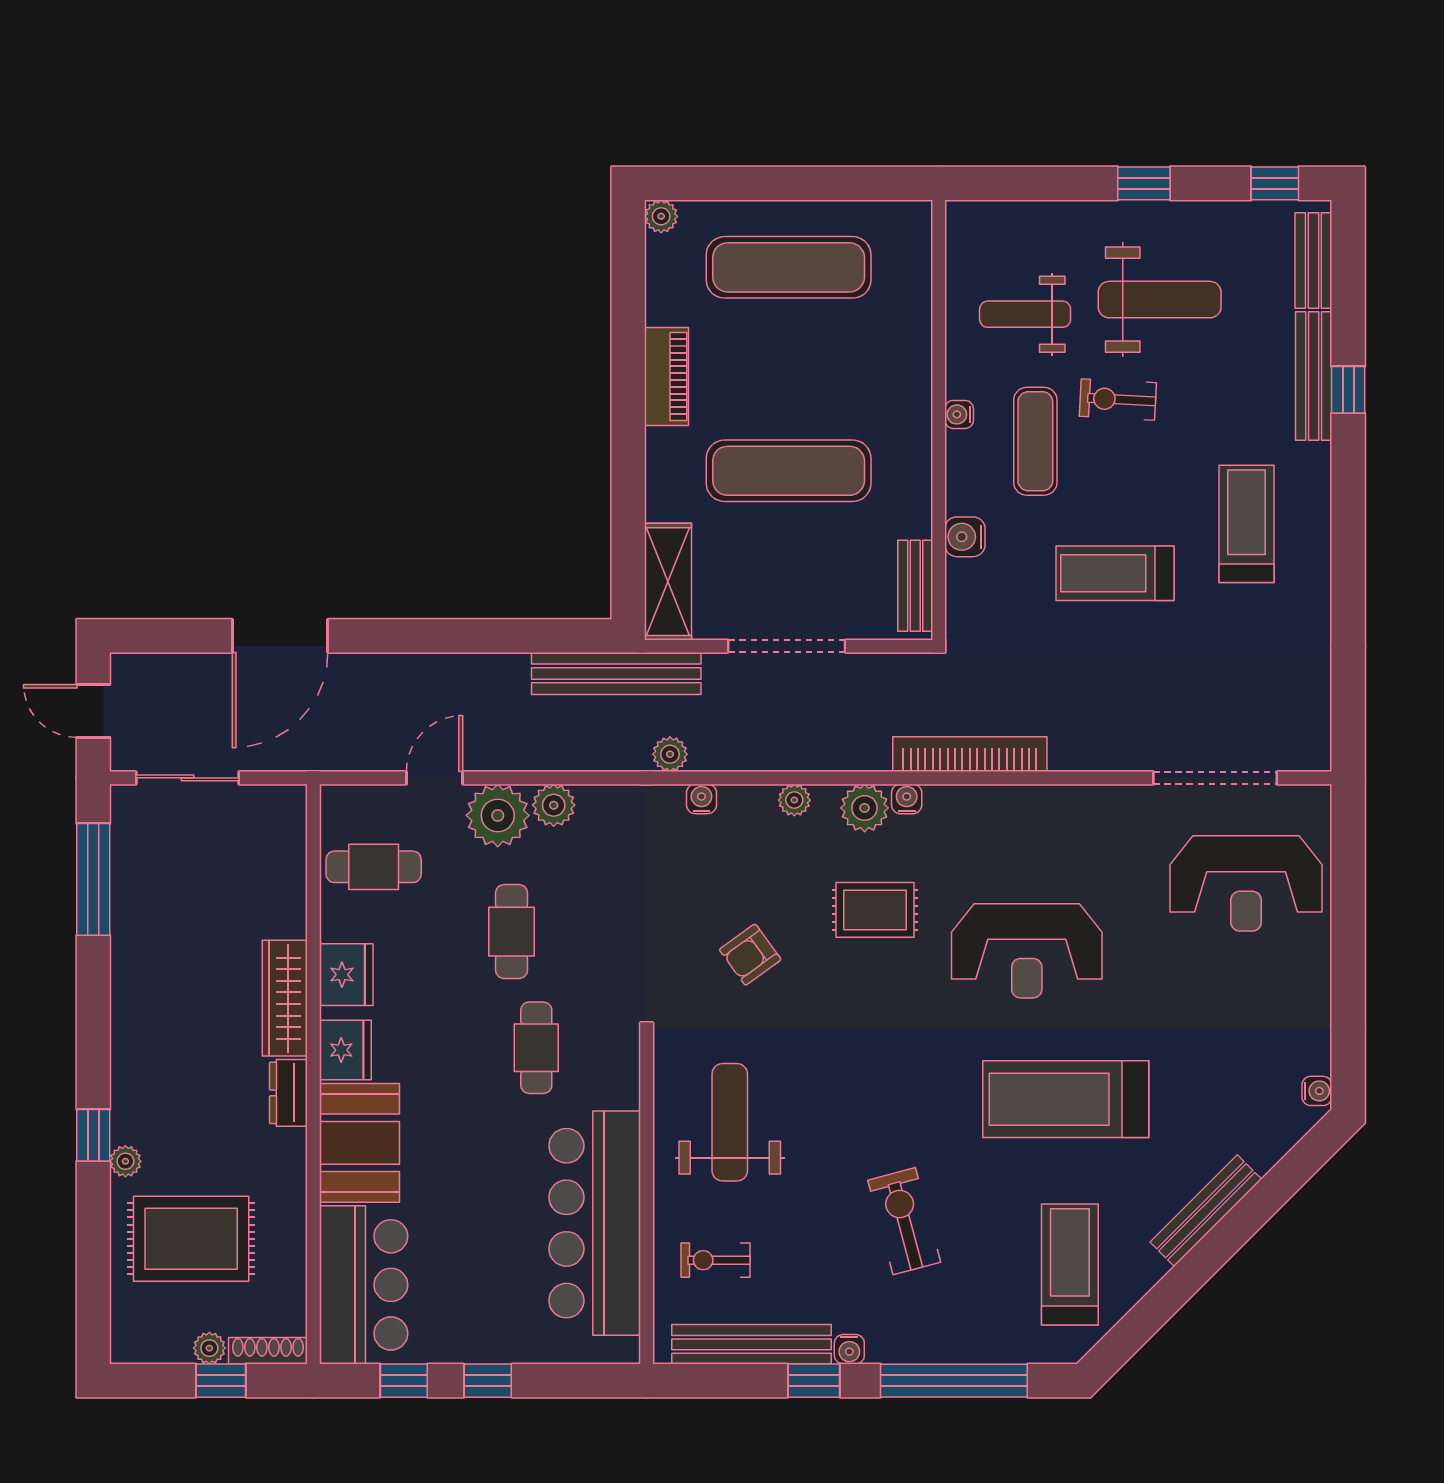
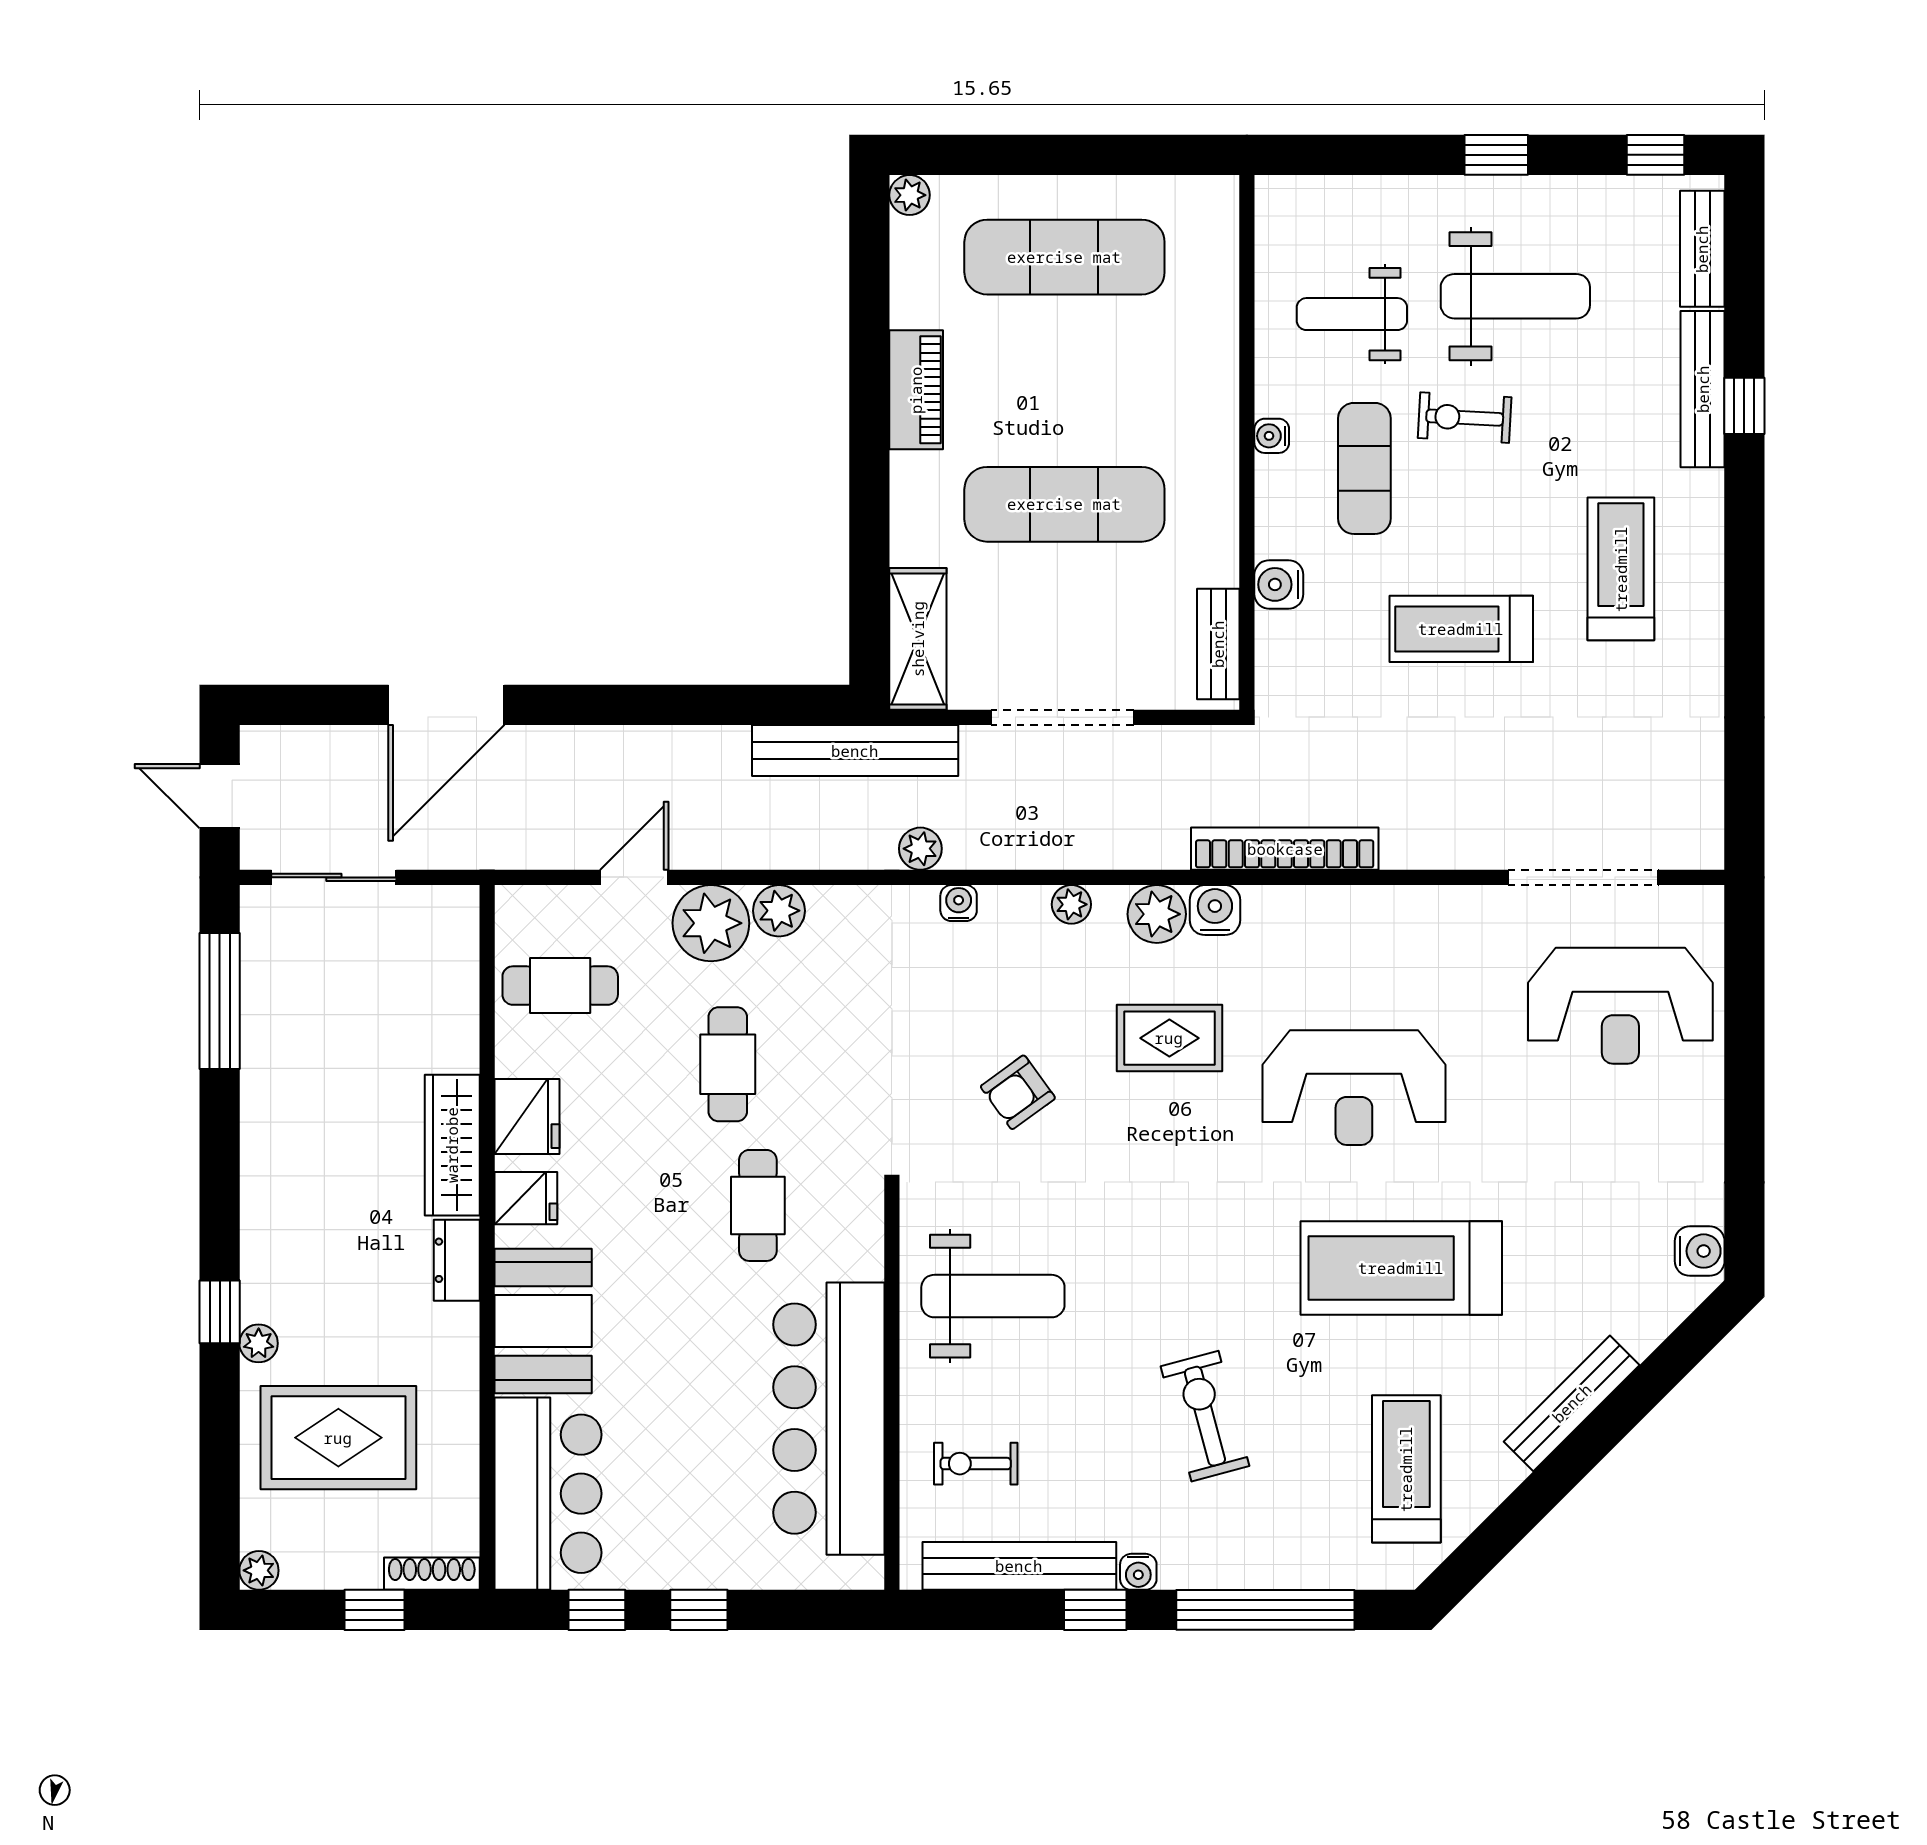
water cooler: (907, 799) -> (1215, 910), width x1.38, depth x1.38
fridge: (345, 1050) -> (526, 1198), width x0.72
water cooler: (1317, 1091) -> (1700, 1251), width x1.38, depth x1.38
weight bench: (730, 1122) -> (993, 1296), turned 90
plant: (209, 1348) -> (259, 1570), moved

